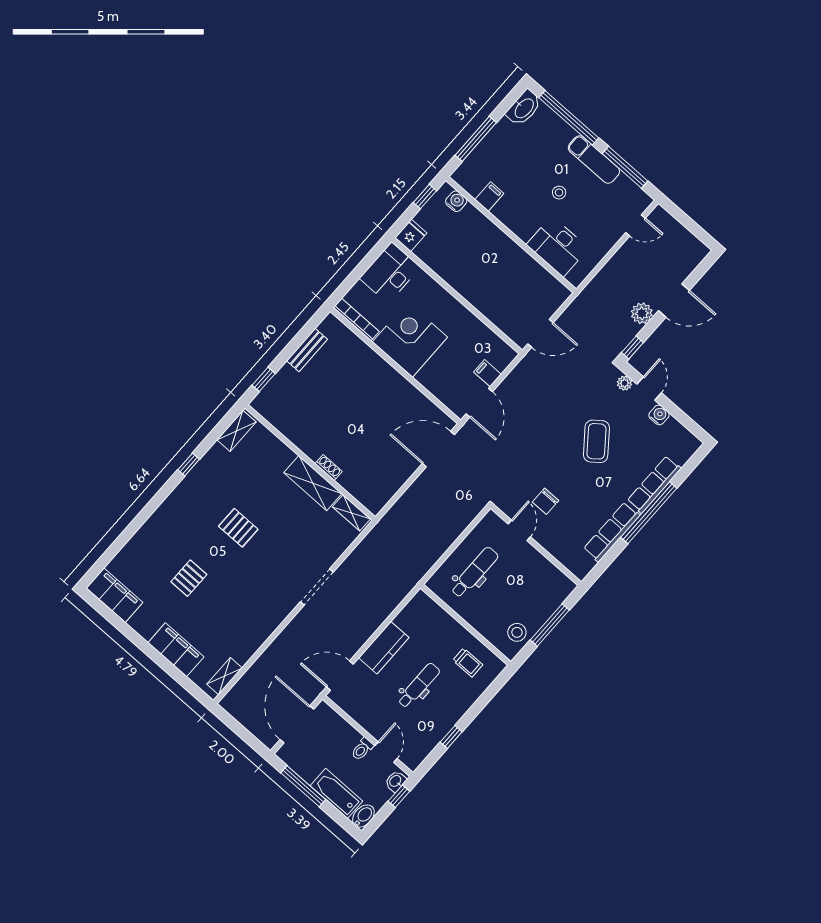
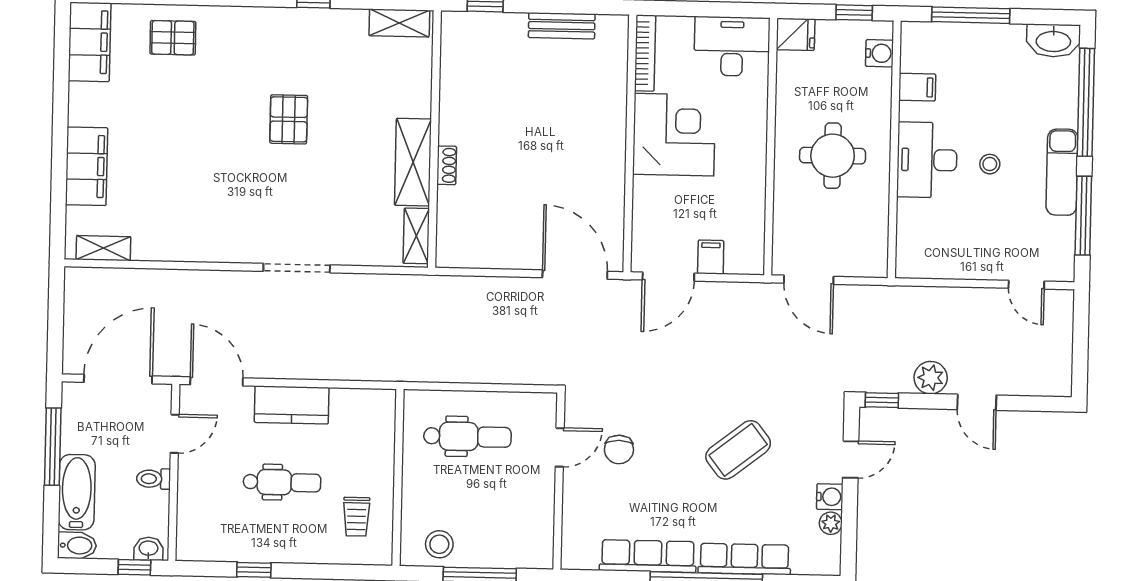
desk: (557, 246) -> (927, 160), moved
round table: (488, 268) -> (833, 156), added
door: (674, 301) -> (977, 402), width x0.73
plant: (625, 383) -> (831, 523), moved
chair: (546, 501) -> (619, 450), turned -90
pallet: (189, 578) -> (173, 38), moved
door: (386, 752) -> (175, 434), moved

